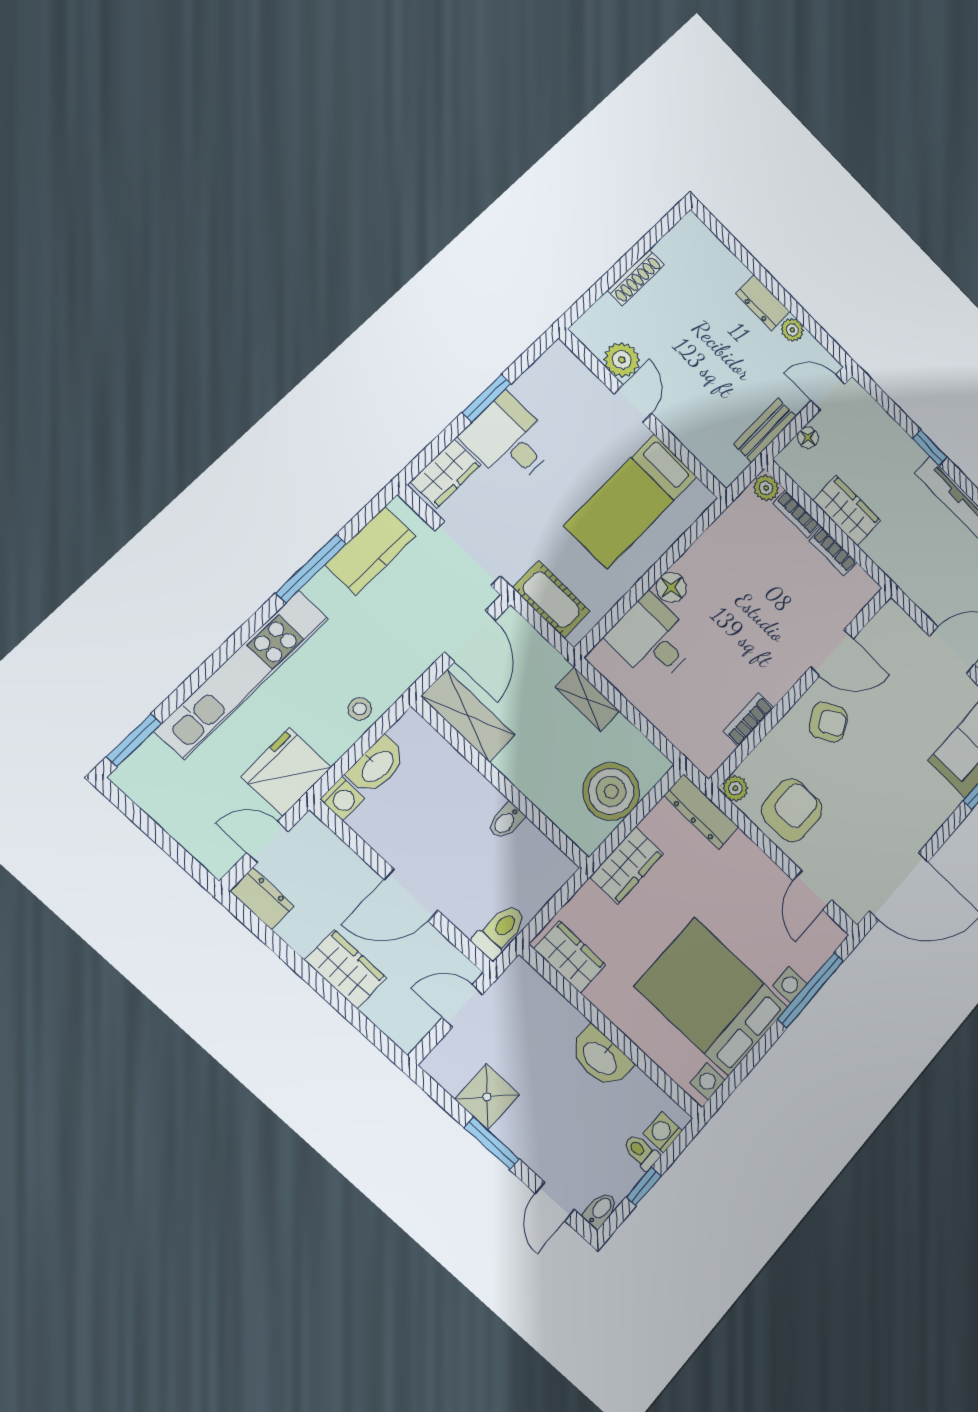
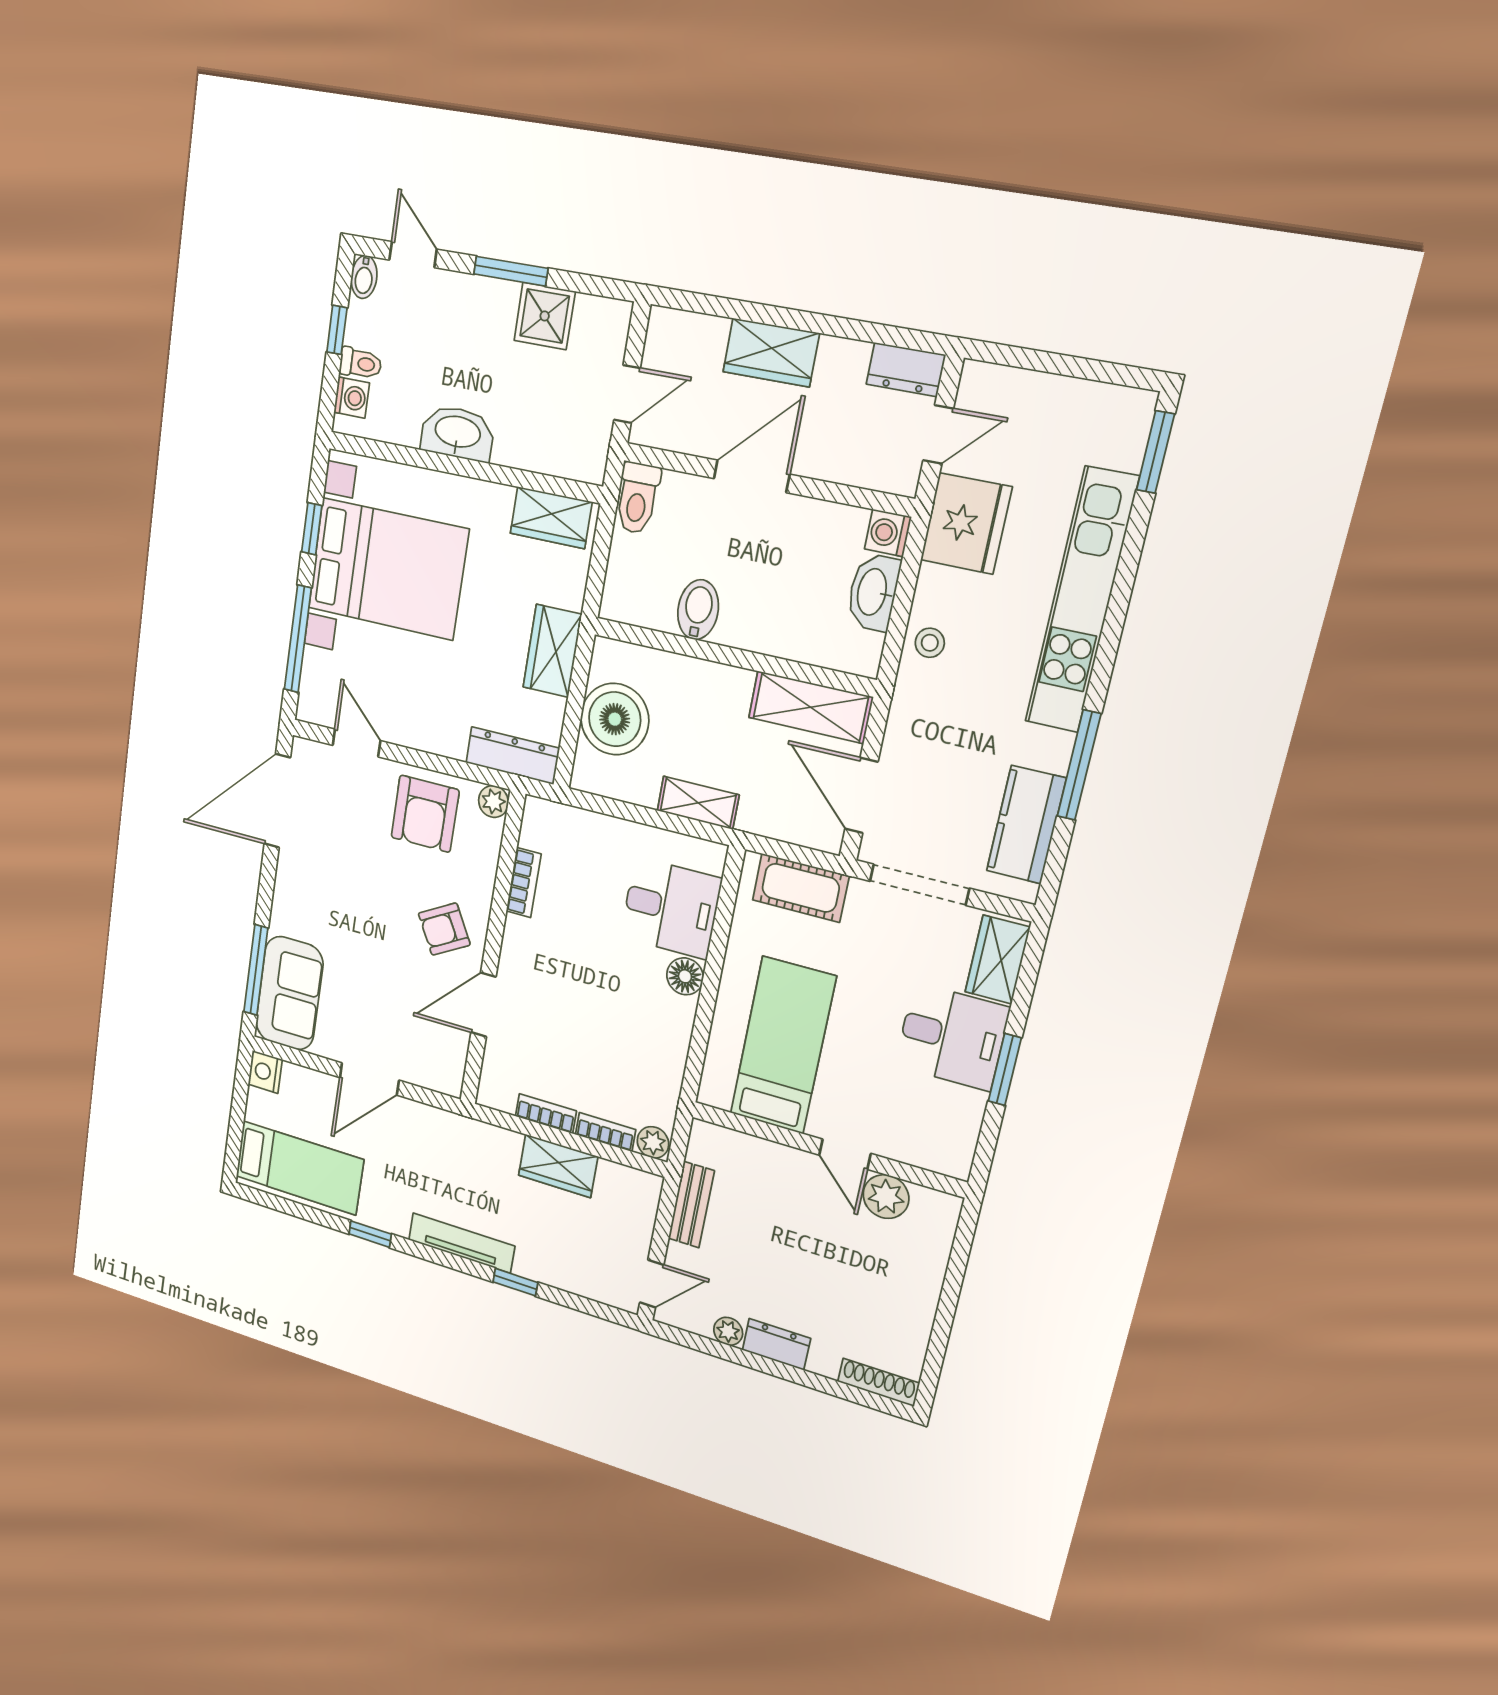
shoe rack: (636, 278) -> (878, 1382), moved, turned 90
floor lamp: (808, 438) -> (643, 1222), removed
bidet: (506, 821) -> (698, 610), width x1.38, depth x1.36
window: (751, 1060) -> (312, 529), added

